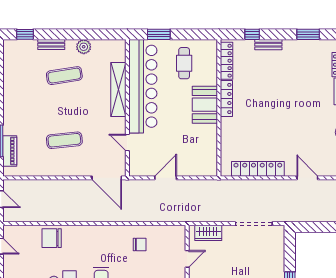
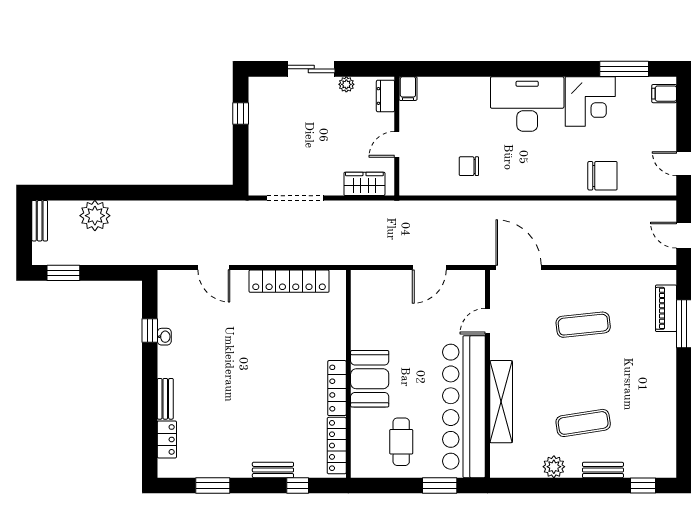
door: (127, 143) -> (487, 321), swing flipped

